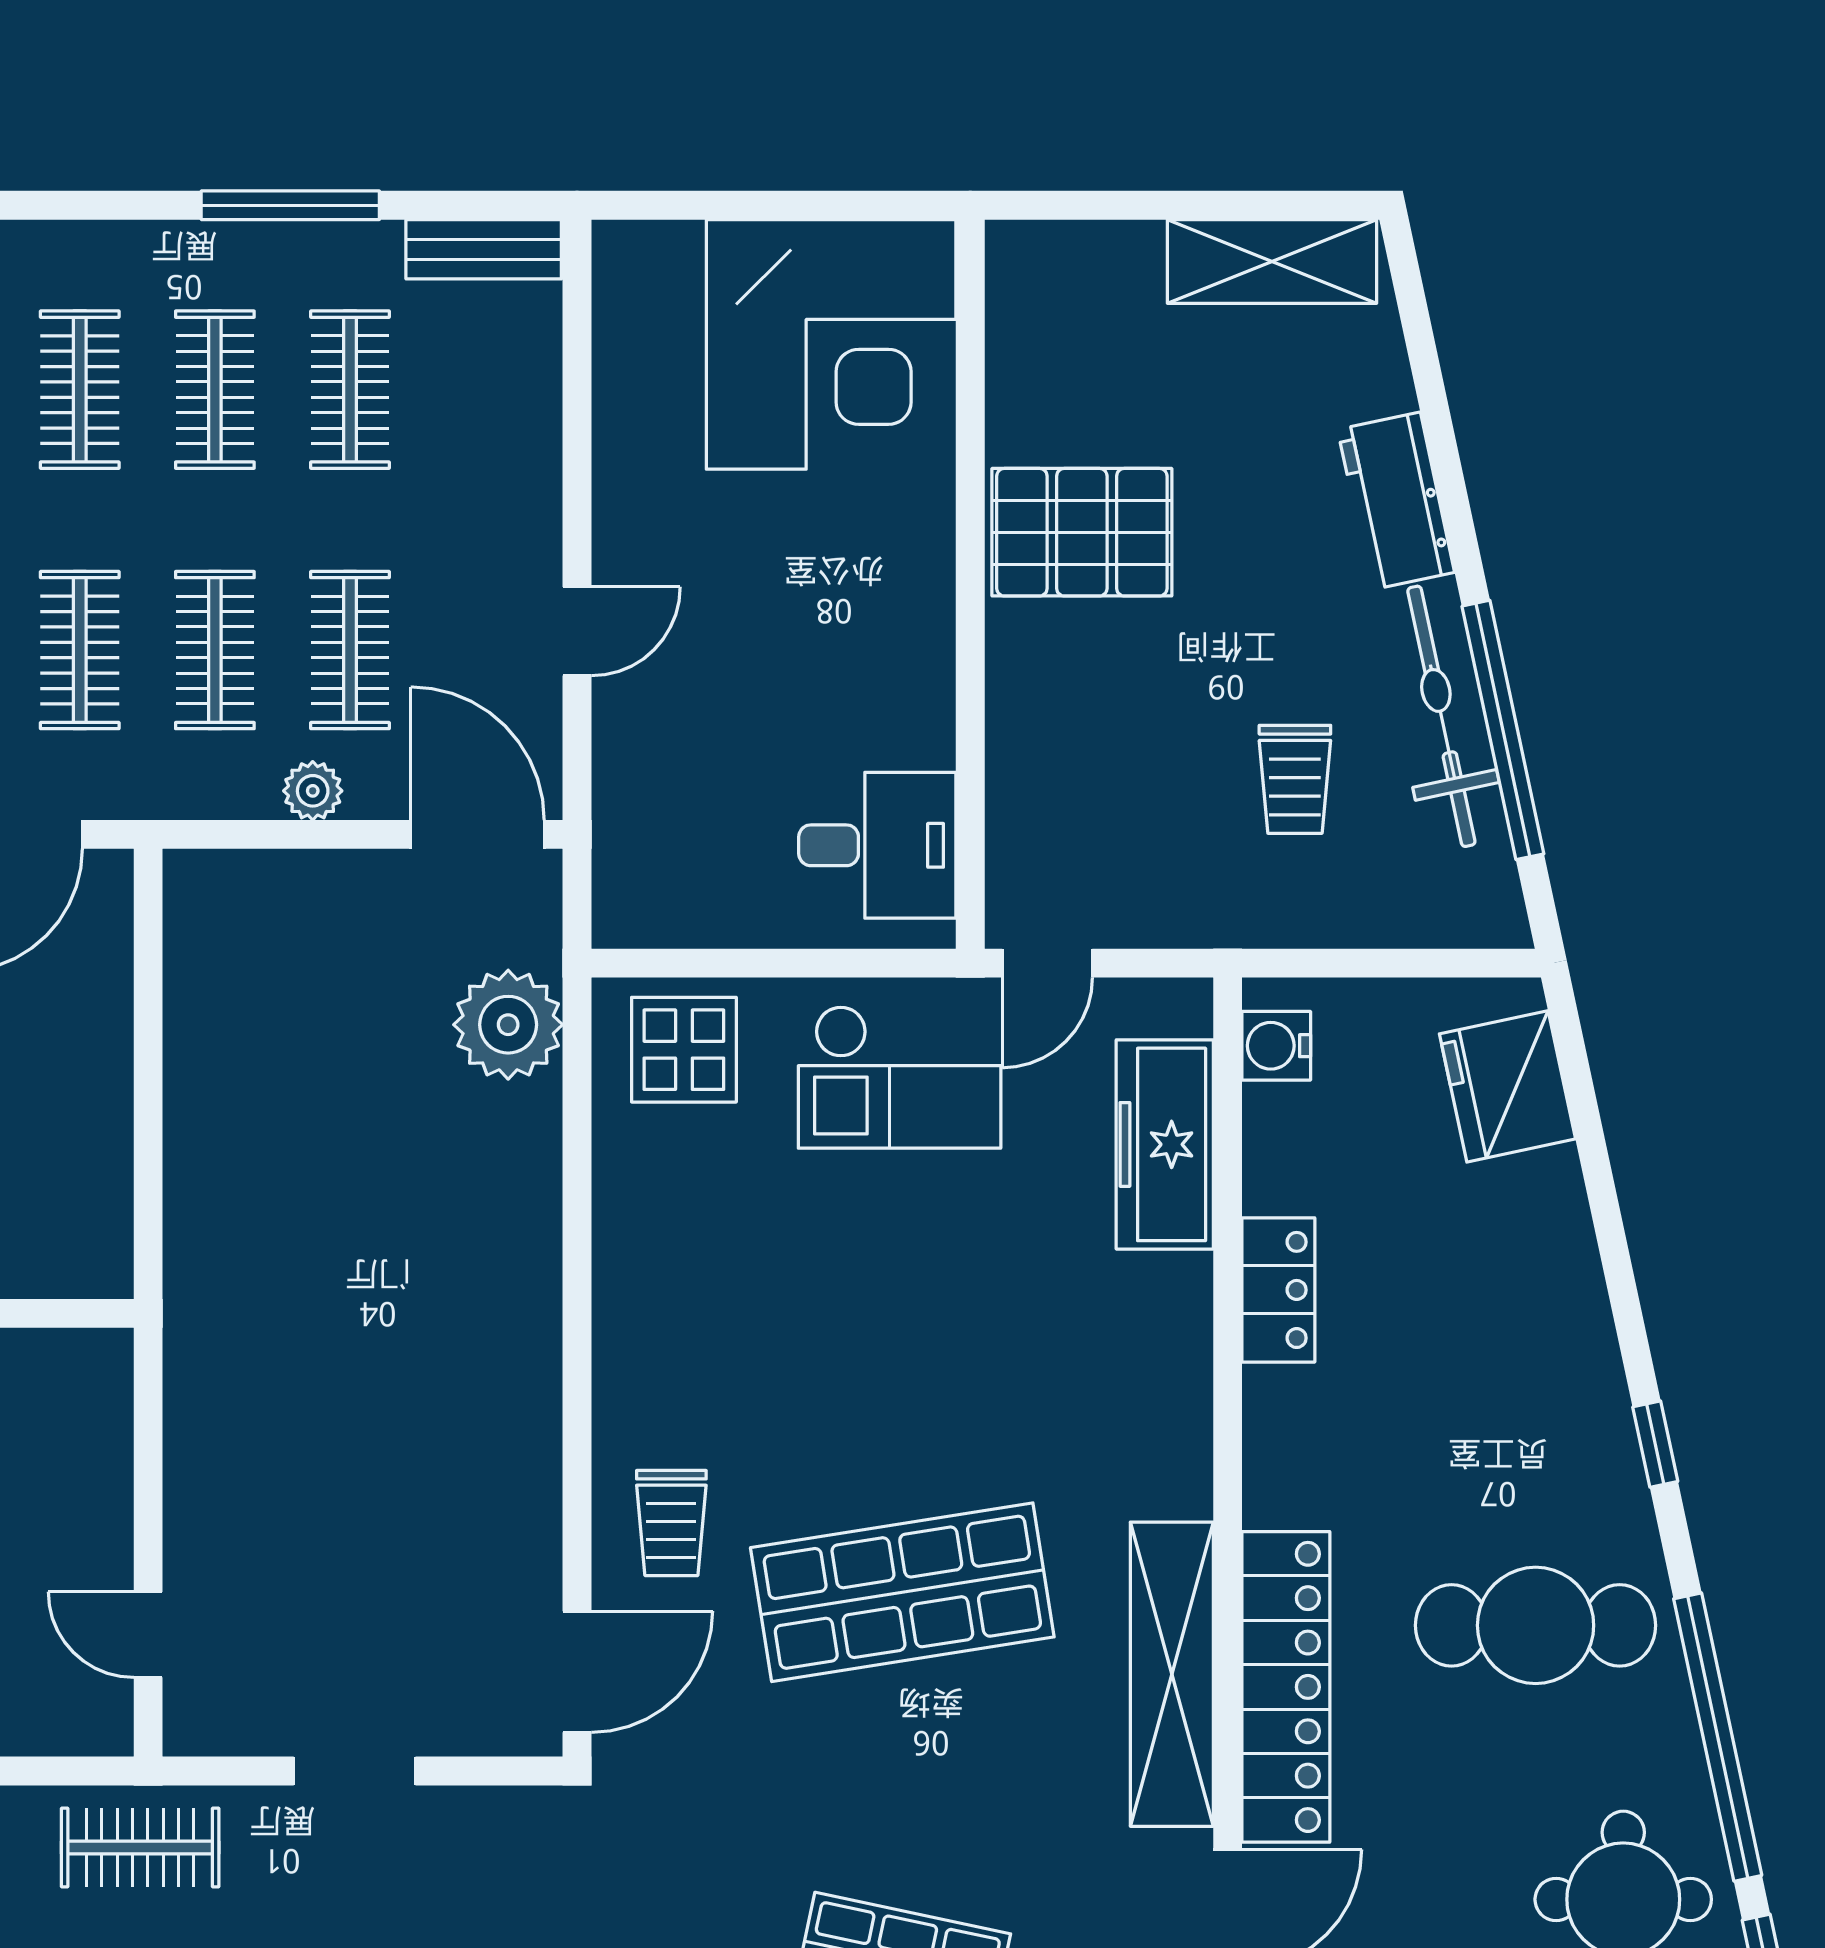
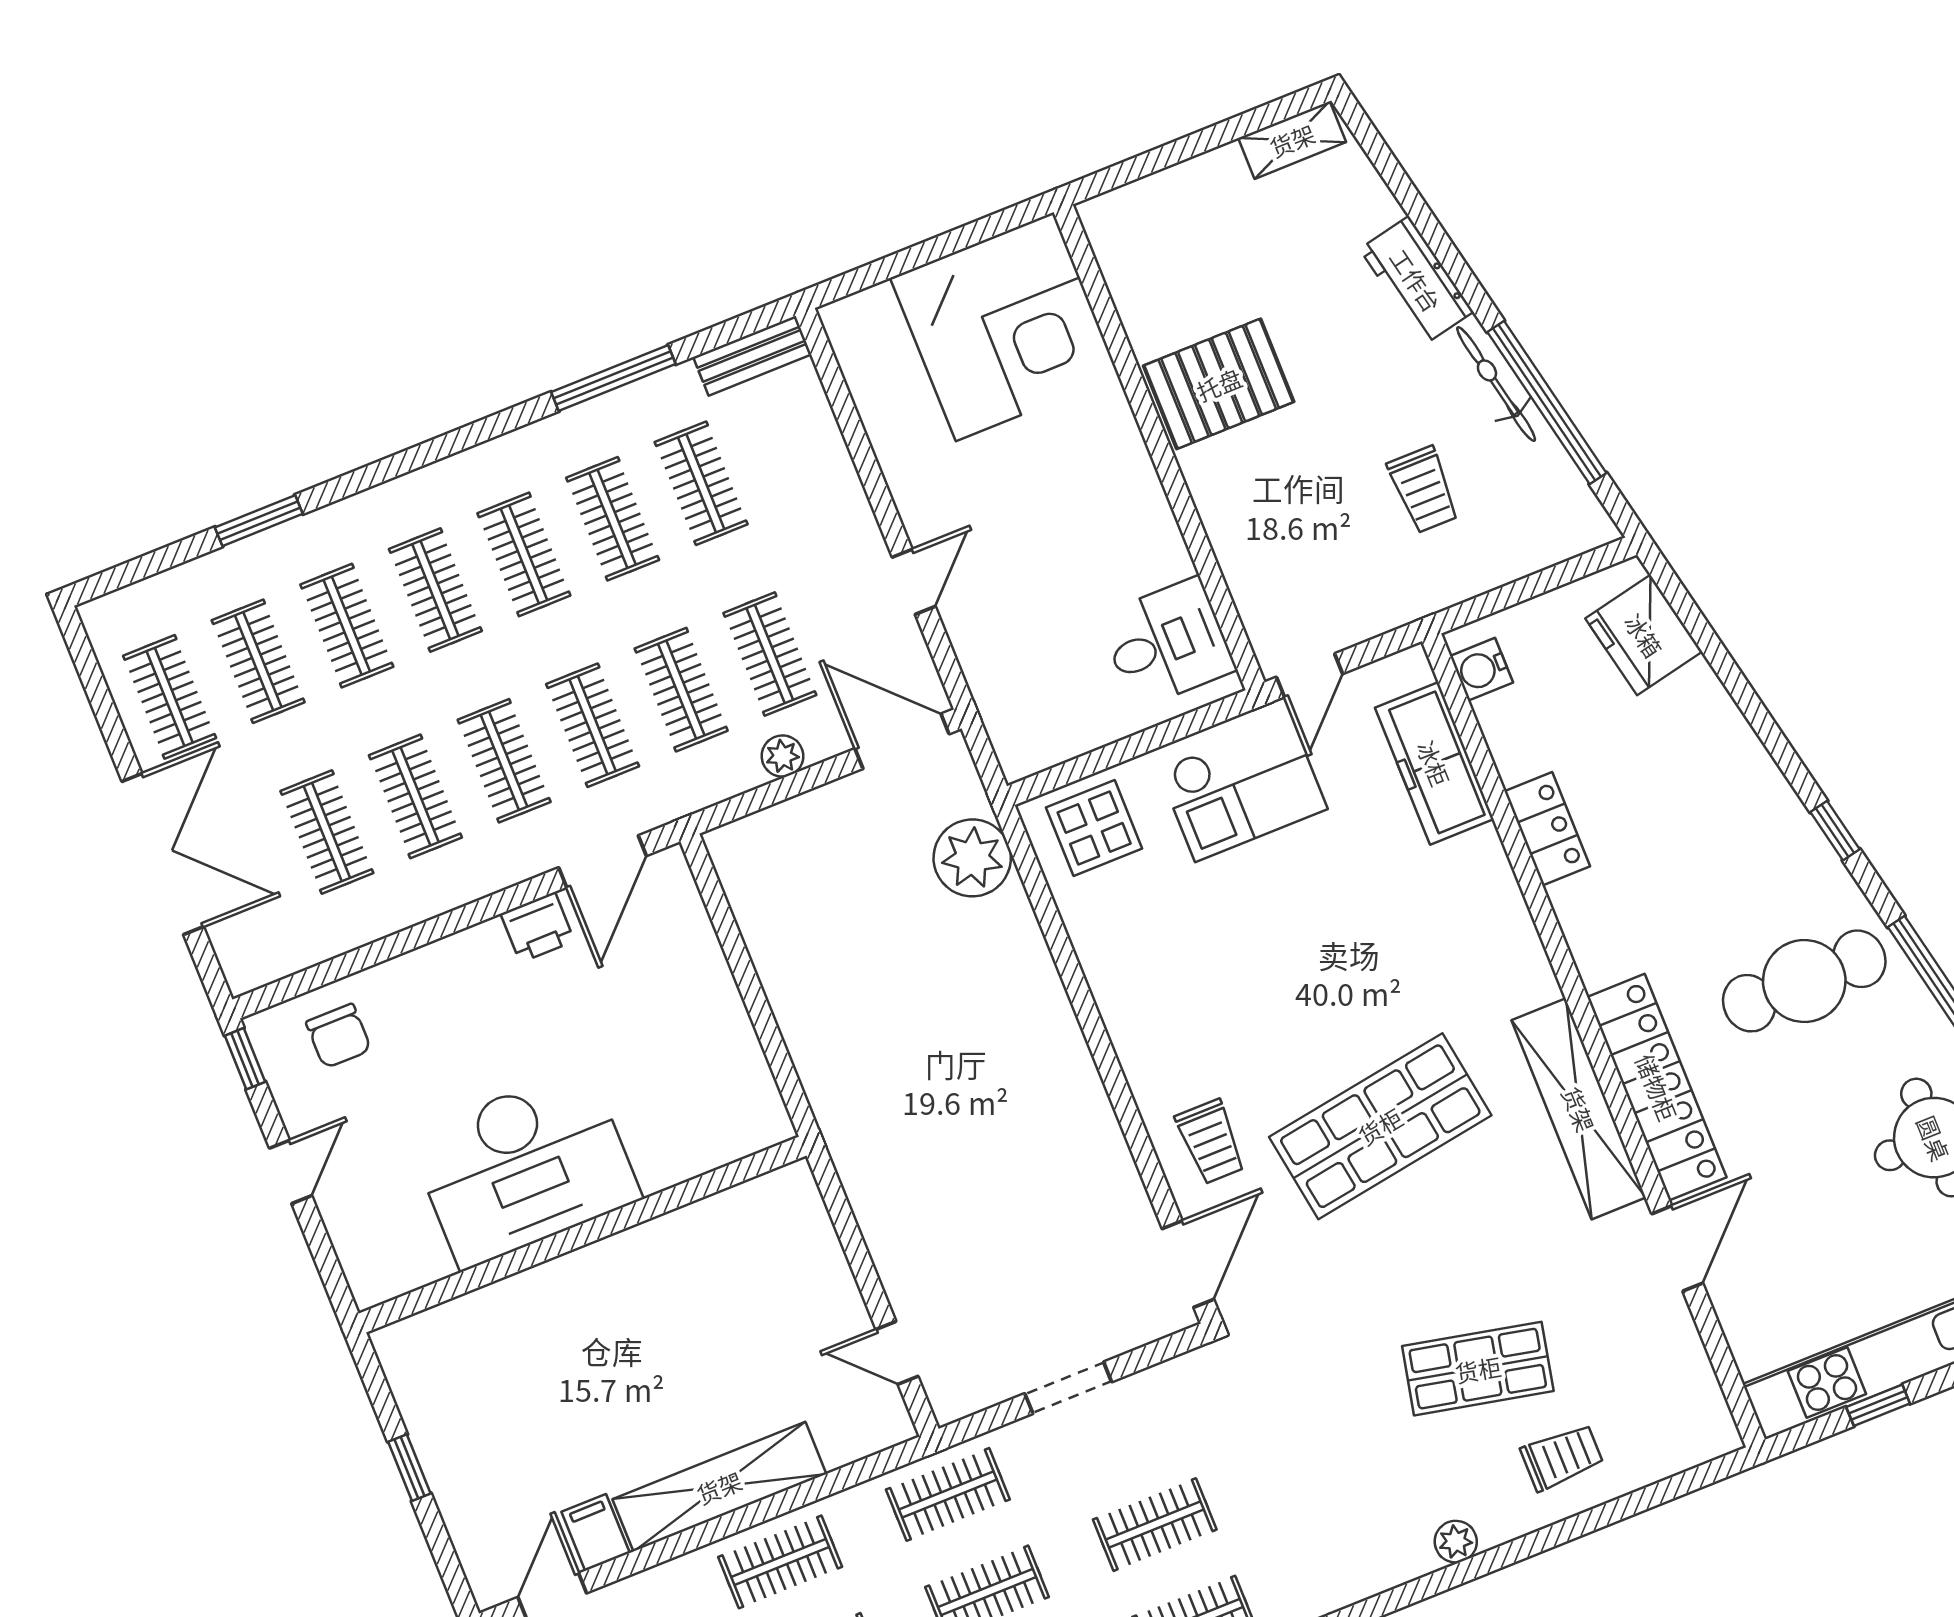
shelving: (1272, 261) -> (1292, 140), width x0.67, depth x0.75
bicycle: (1441, 716) -> (1496, 384), width x0.73, depth x0.71

